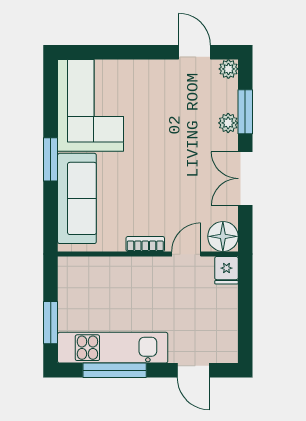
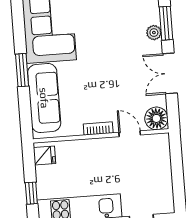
door: (186, 254) -> (130, 134), hinge flipped
fridge: (226, 270) -> (44, 155), moved, turned -90
window: (51, 323) -> (31, 193), width x0.67

